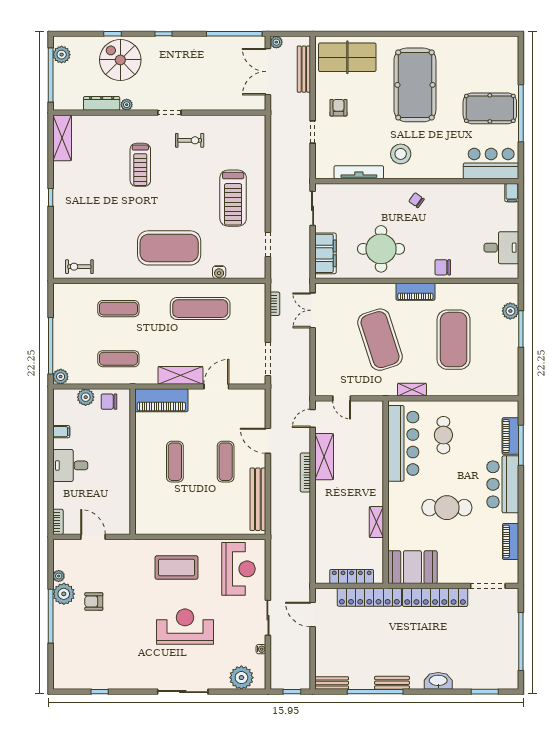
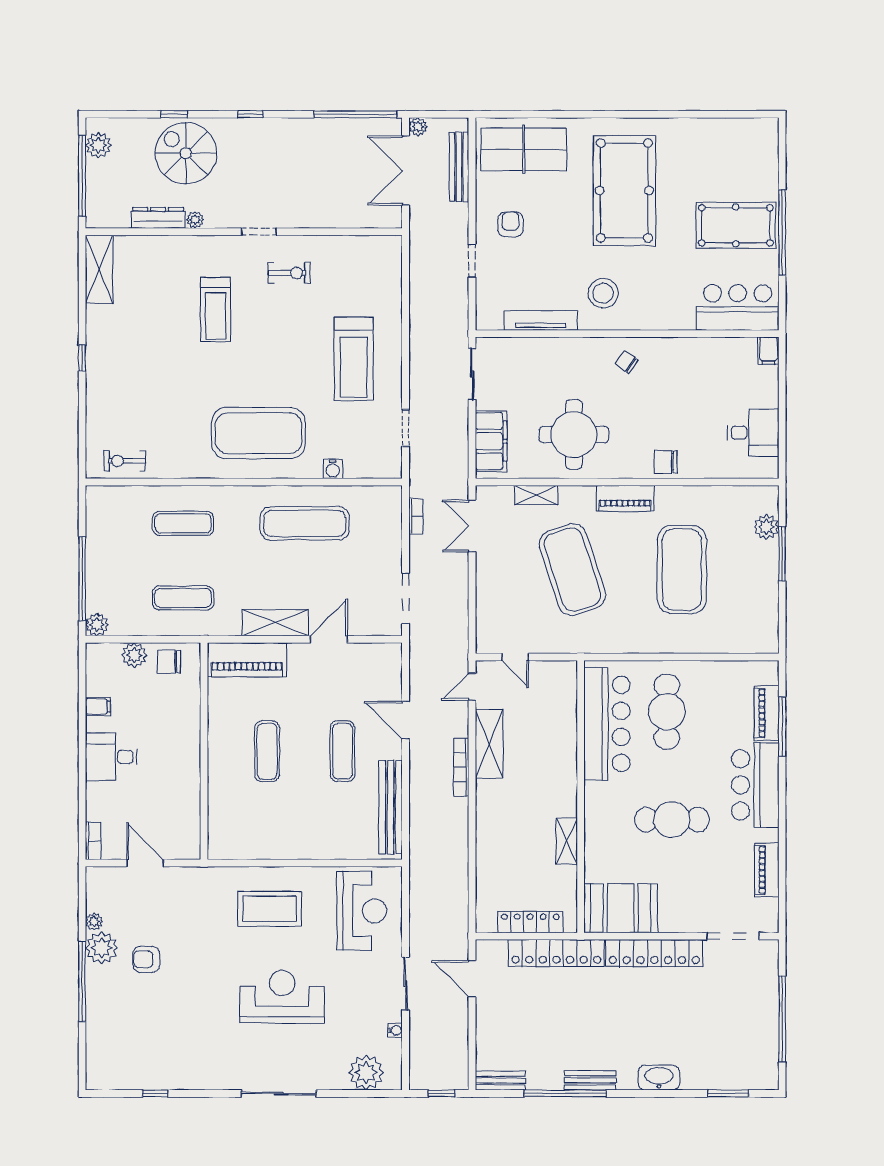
shelving: (412, 390) -> (536, 495), moved
cafe table: (443, 435) -> (667, 712), width x1.37, depth x1.35

